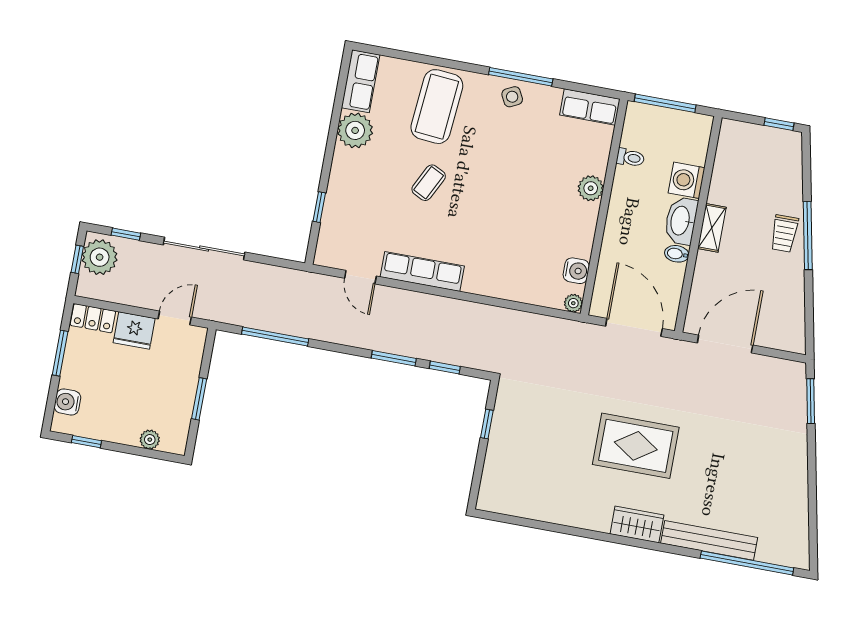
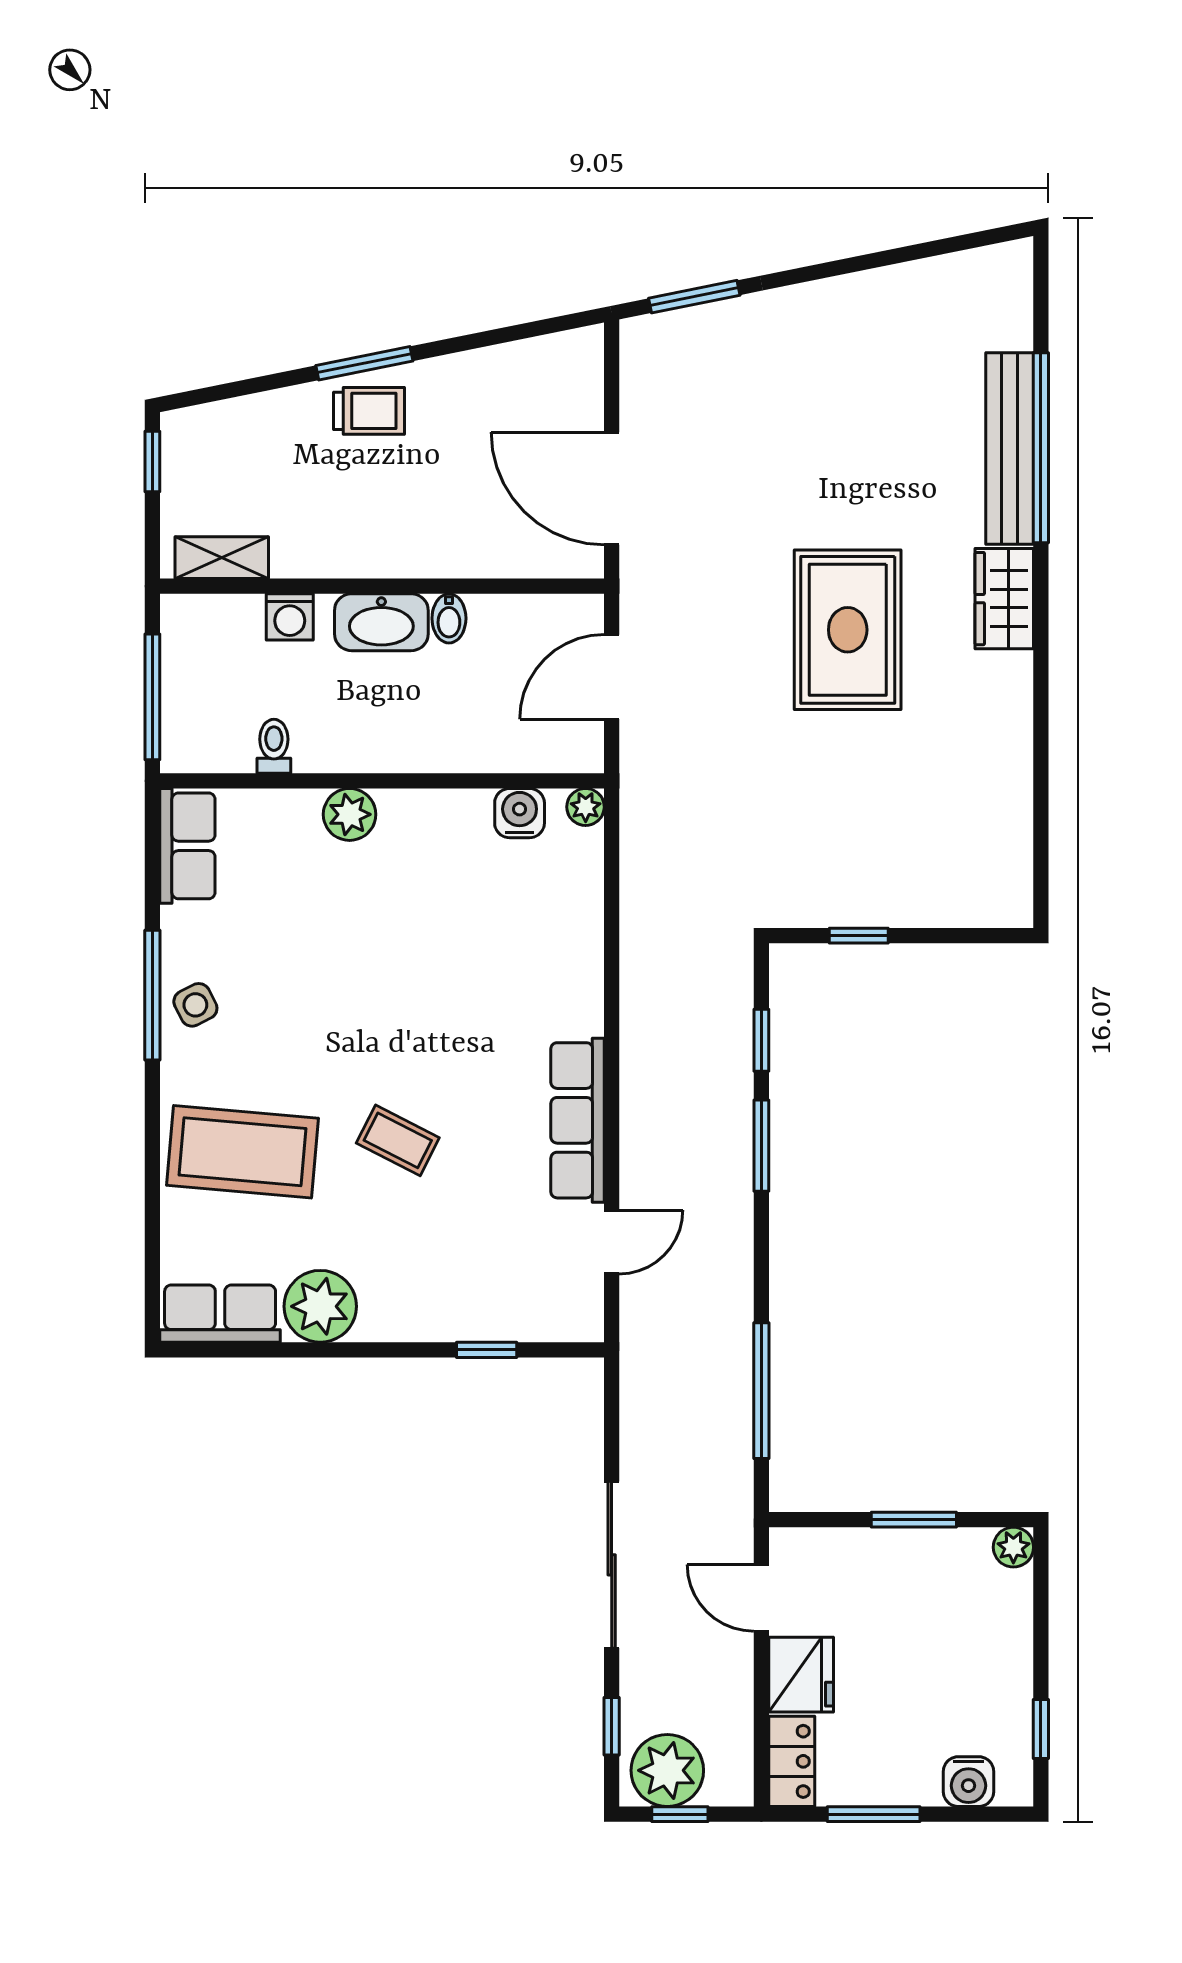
washing machine: (687, 180) -> (290, 617), width x0.73, depth x0.73
shelving: (712, 228) -> (222, 558), moved
window: (808, 236) -> (364, 363), width x0.69
door: (634, 327) -> (612, 677), width x0.73
plant: (150, 440) -> (1013, 1547), moved
window: (747, 563) -> (1041, 448), moved

